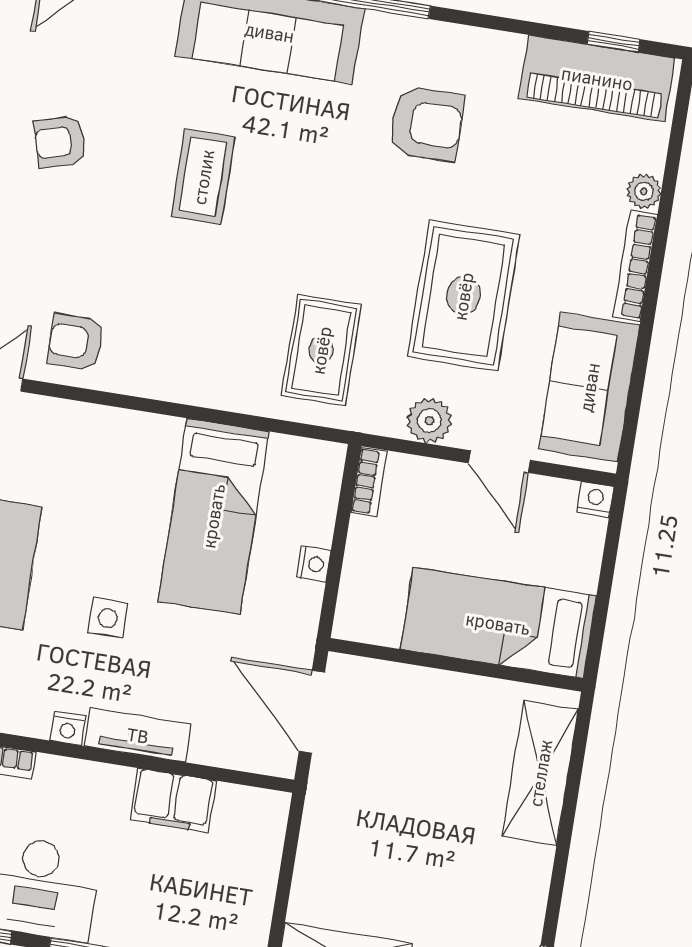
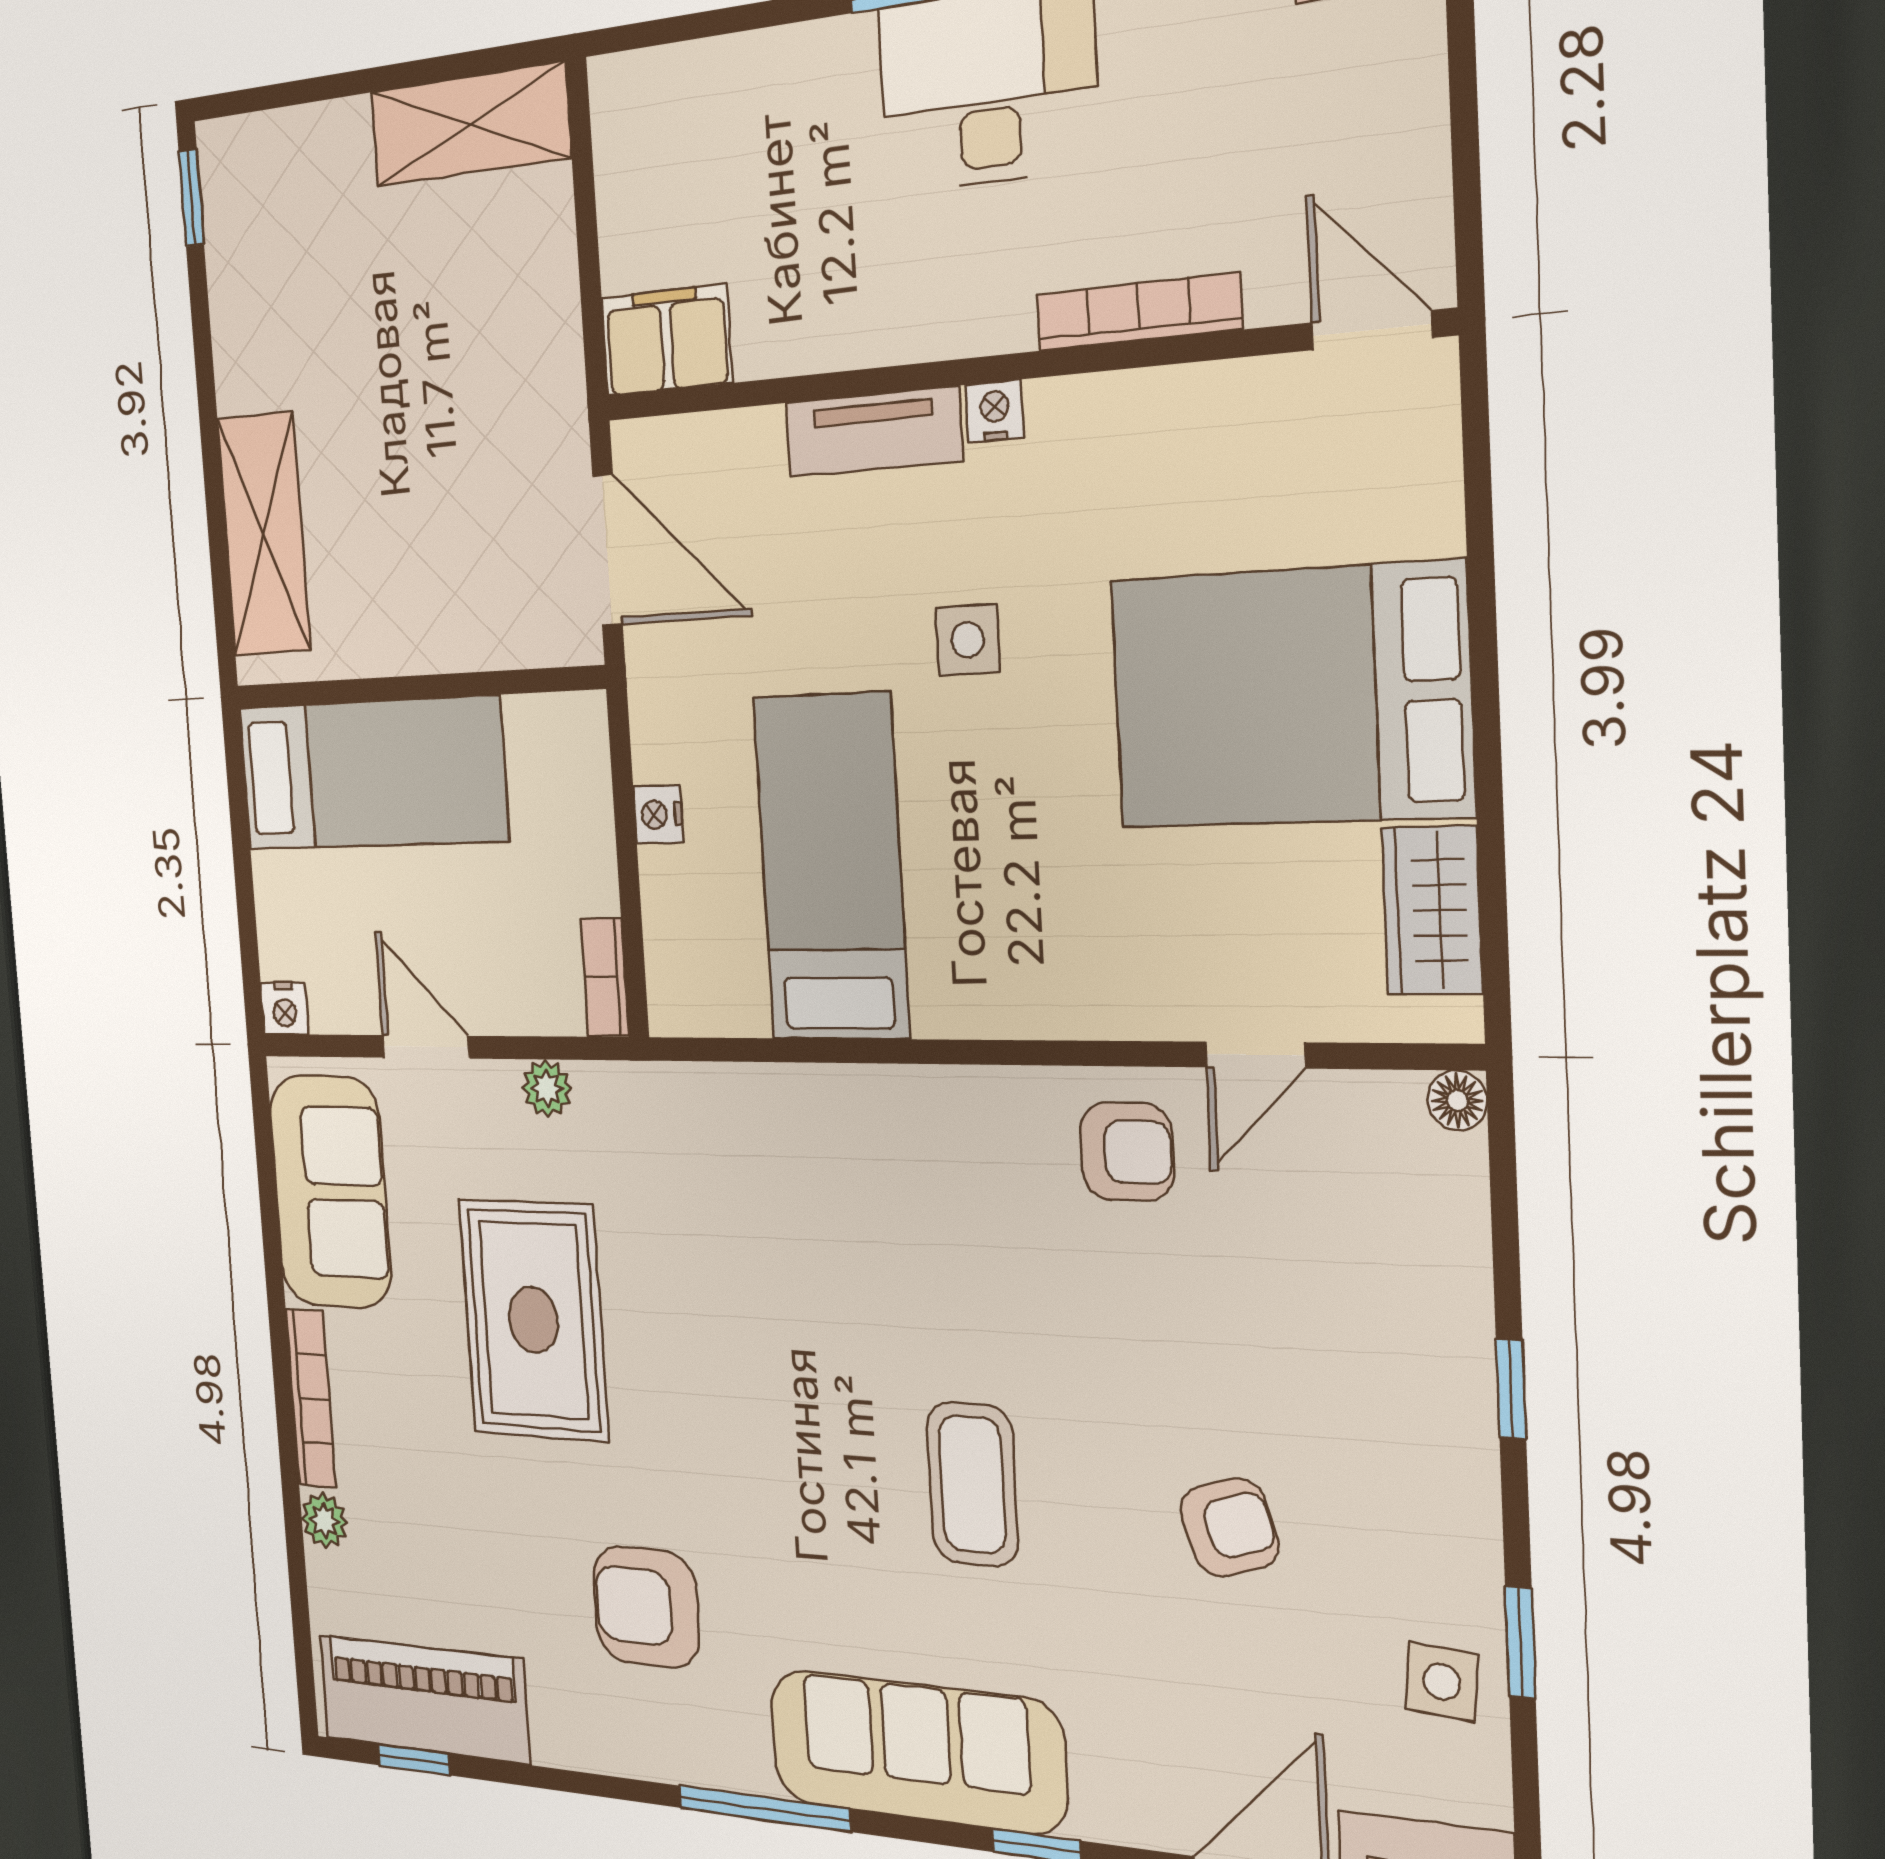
rug: (321, 350) -> (723, 1196), removed
plant: (429, 421) -> (547, 1088), width x0.73, depth x0.73
filing cabinet: (173, 800) -> (667, 340), moved

